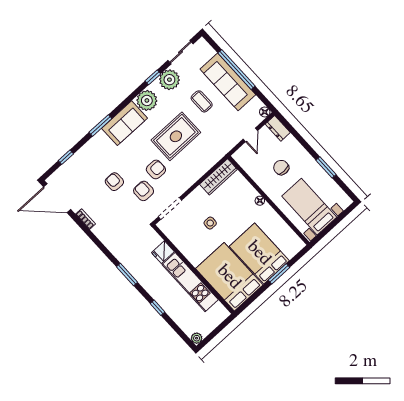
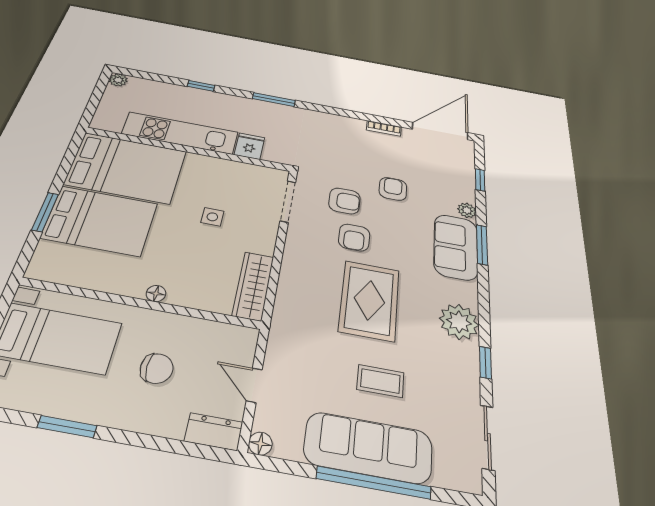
plant: (169, 80) -> (467, 210), moved, width x0.53, depth x0.53
sofa: (125, 123) -> (456, 247), moved
armchair: (114, 182) -> (393, 189), turned -90

